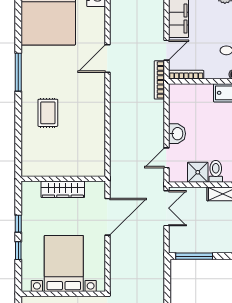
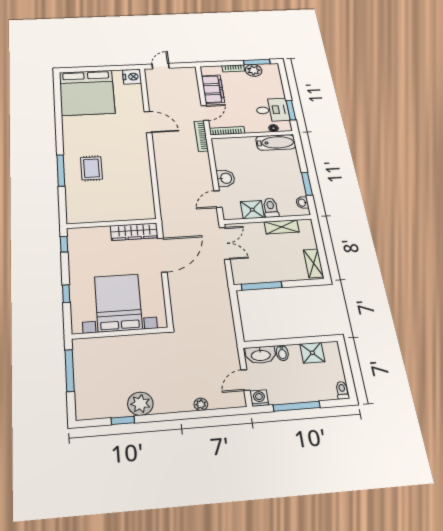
door: (107, 58) -> (148, 122), swing flipped
window: (18, 72) -> (61, 170), moved
wardrobe: (63, 189) -> (134, 232), moved
window: (18, 224) -> (64, 244), moved

